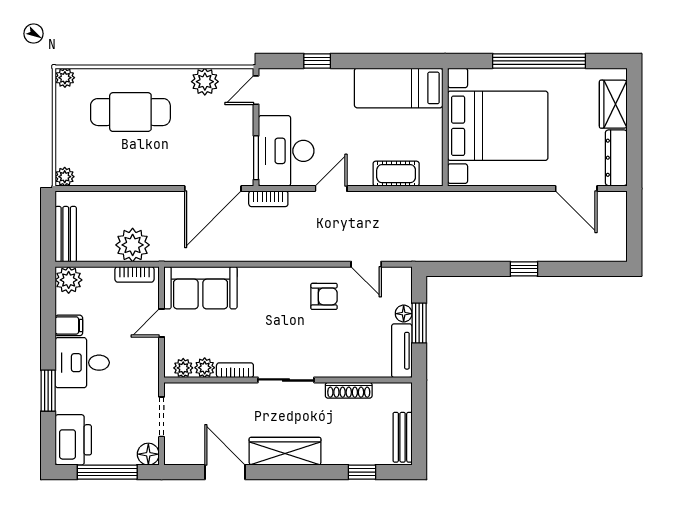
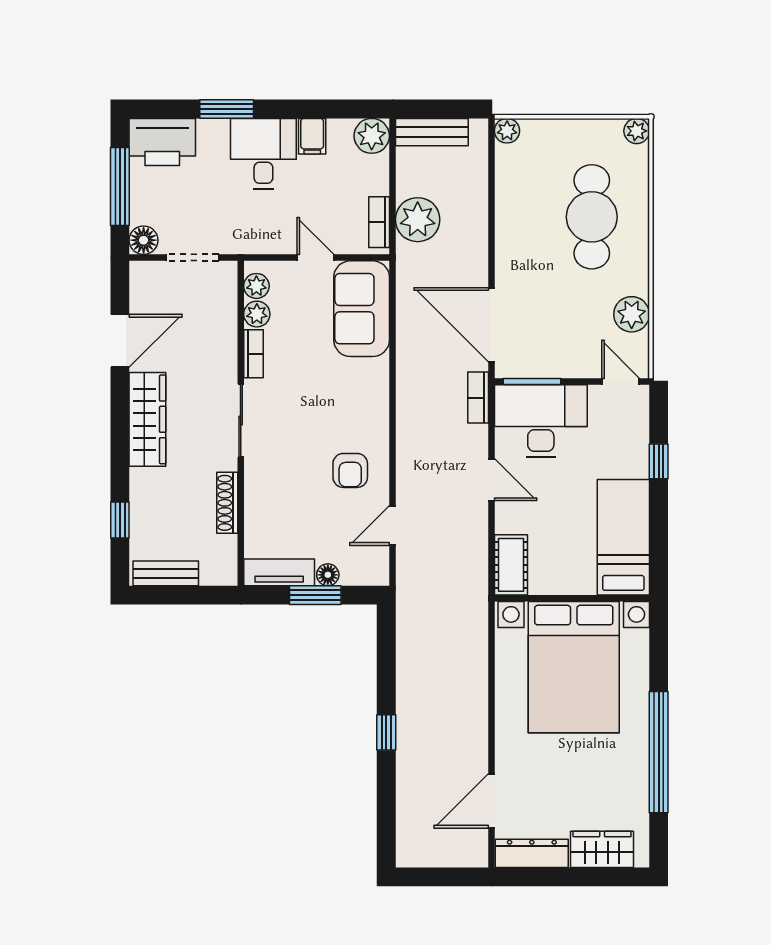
bed: (399, 88) -> (623, 537), moved
bed with nightstands: (498, 126) -> (574, 667), moved
wall: (445, 127) -> (572, 598), moved

